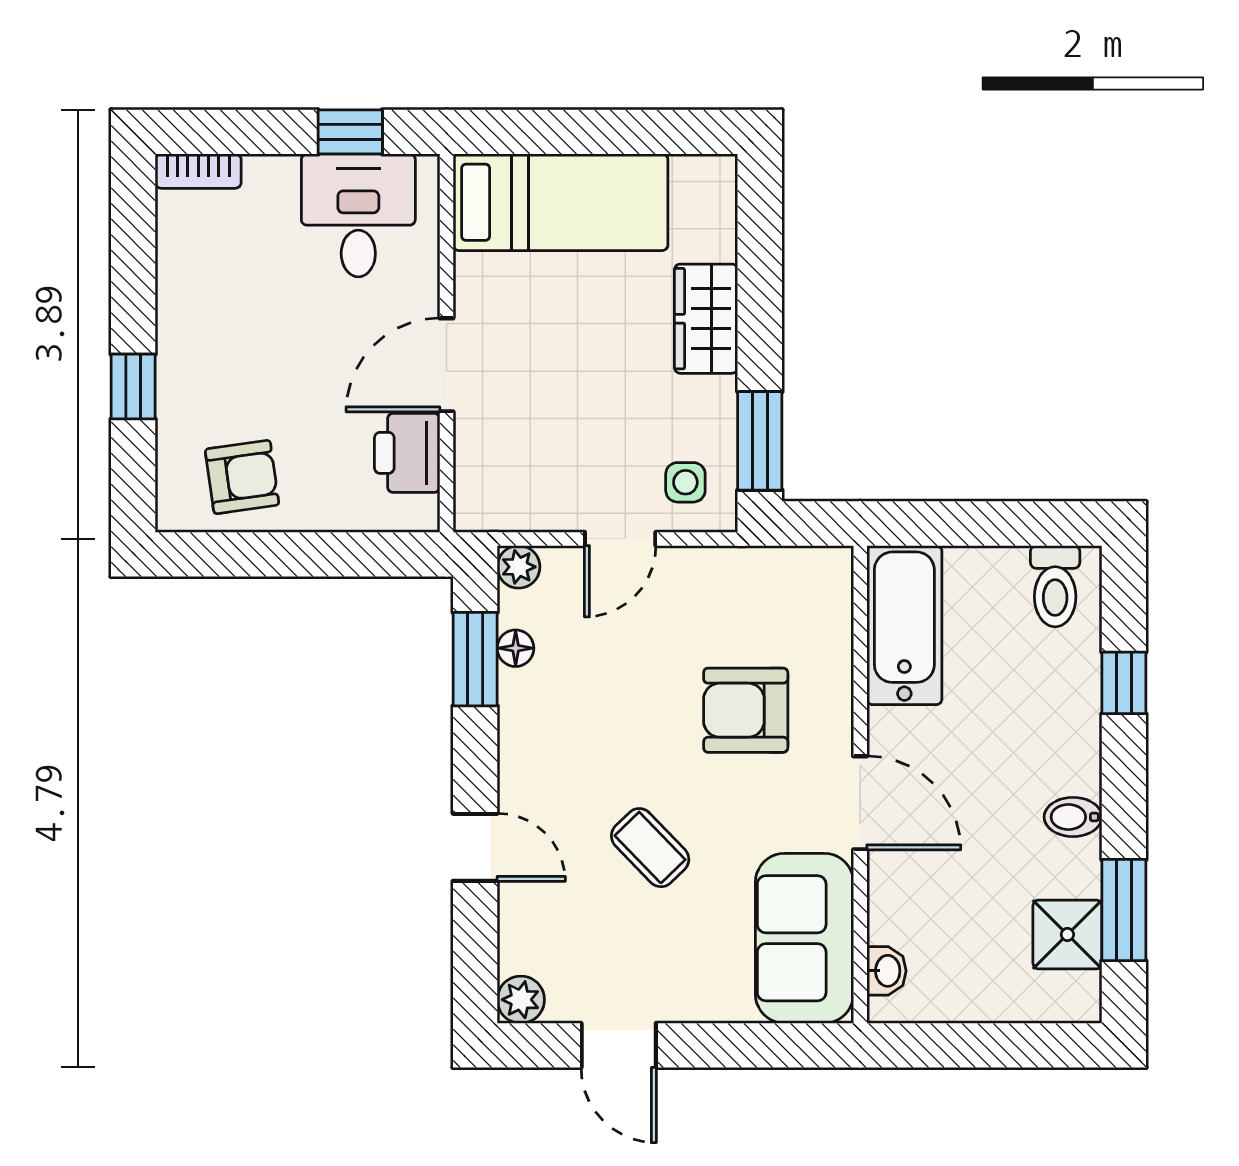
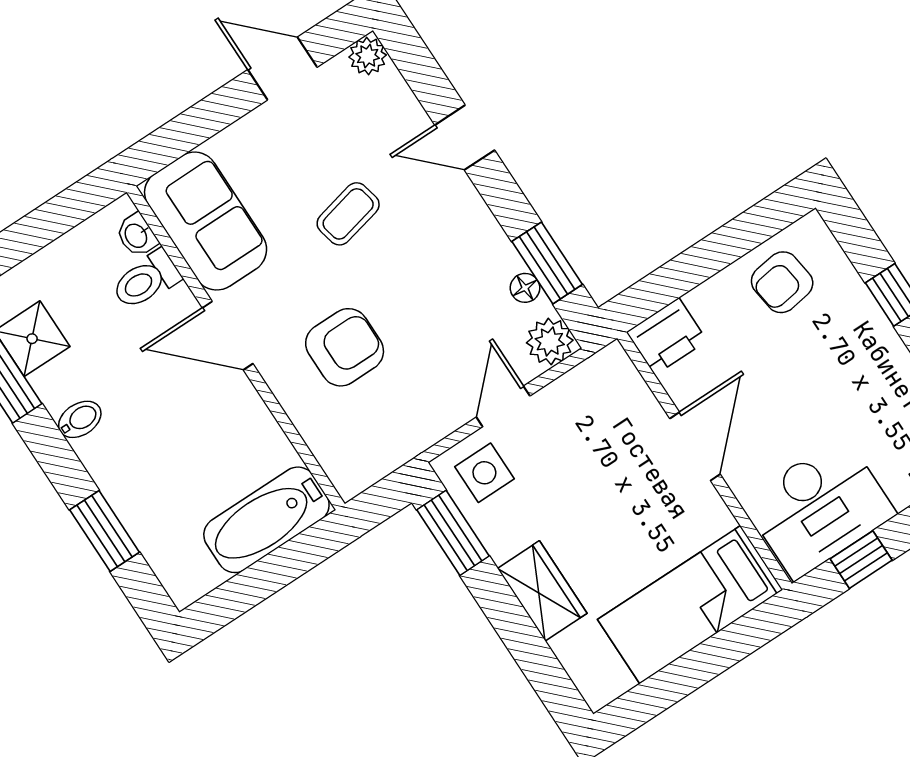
desk: (358, 215) -> (819, 507), width x1.37
printer: (407, 453) -> (667, 336), moved, turned 90
side table: (685, 482) -> (484, 473), width x1.37, depth x1.37
plant: (519, 567) -> (550, 342), width x1.38, depth x1.38
toilet: (1055, 586) -> (146, 280), moved, turned -90
bathtub: (904, 625) -> (266, 520), moved, turned 90
window: (1124, 683) -> (105, 531), width x1.50
coffee table: (650, 848) -> (348, 214), turned -59

